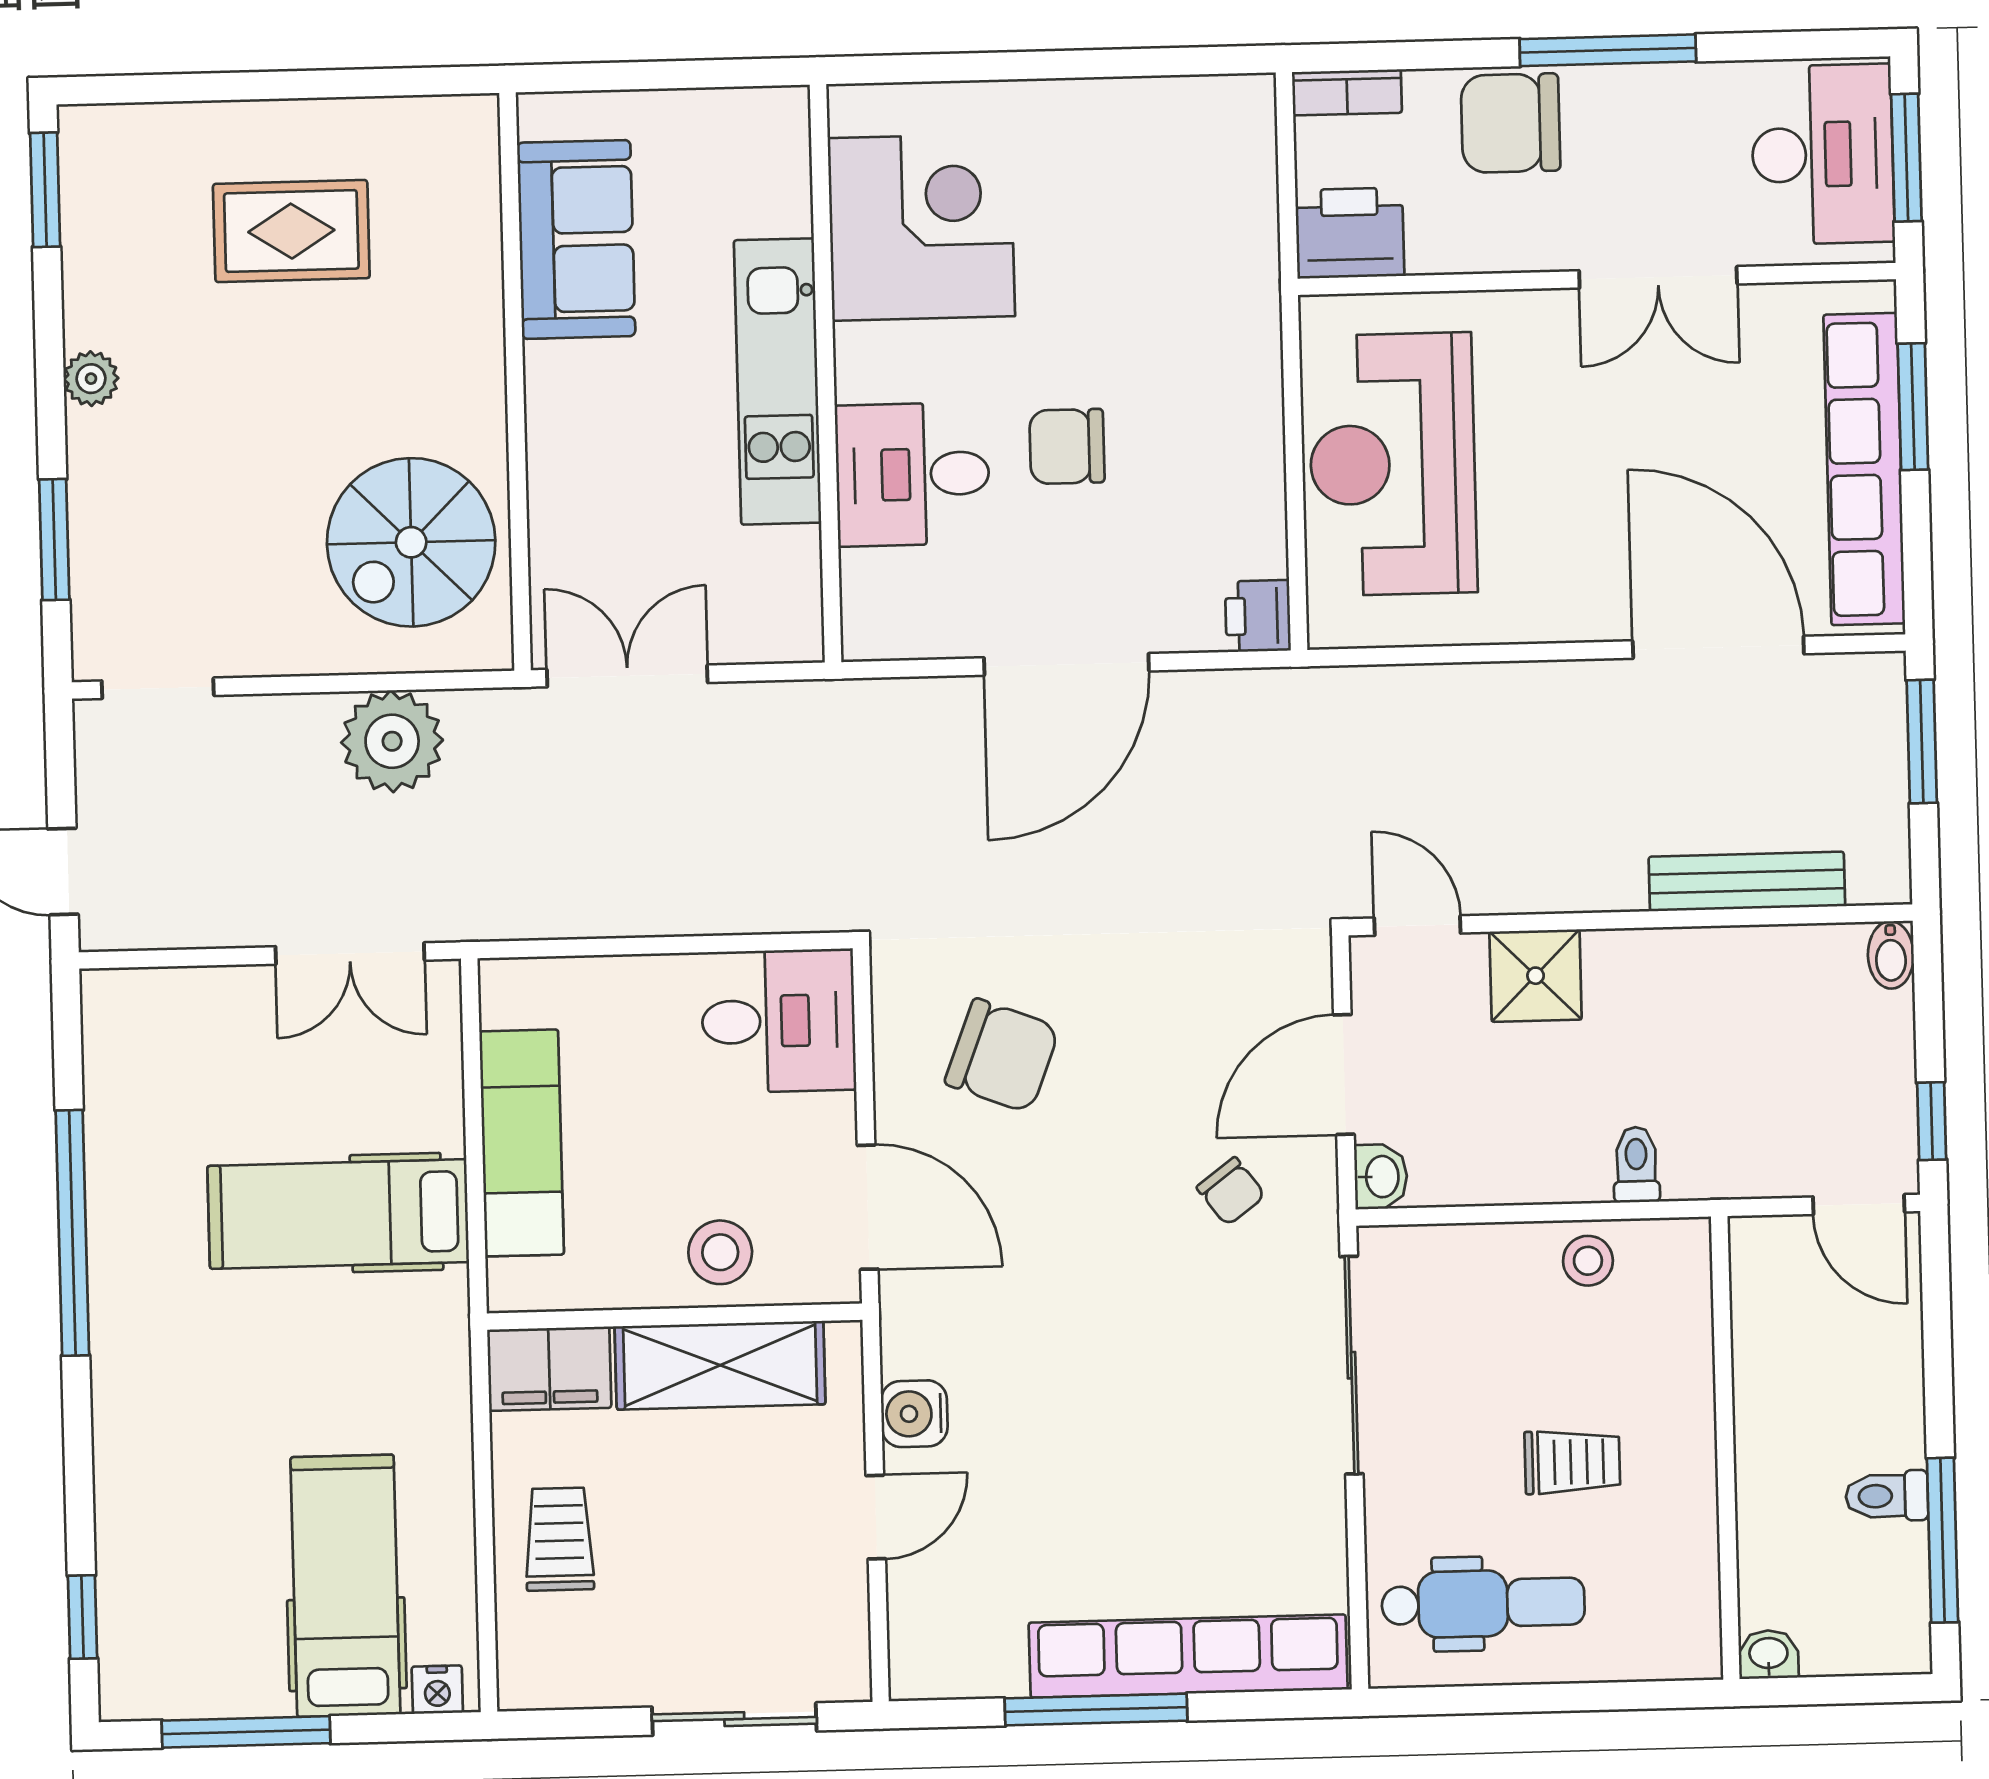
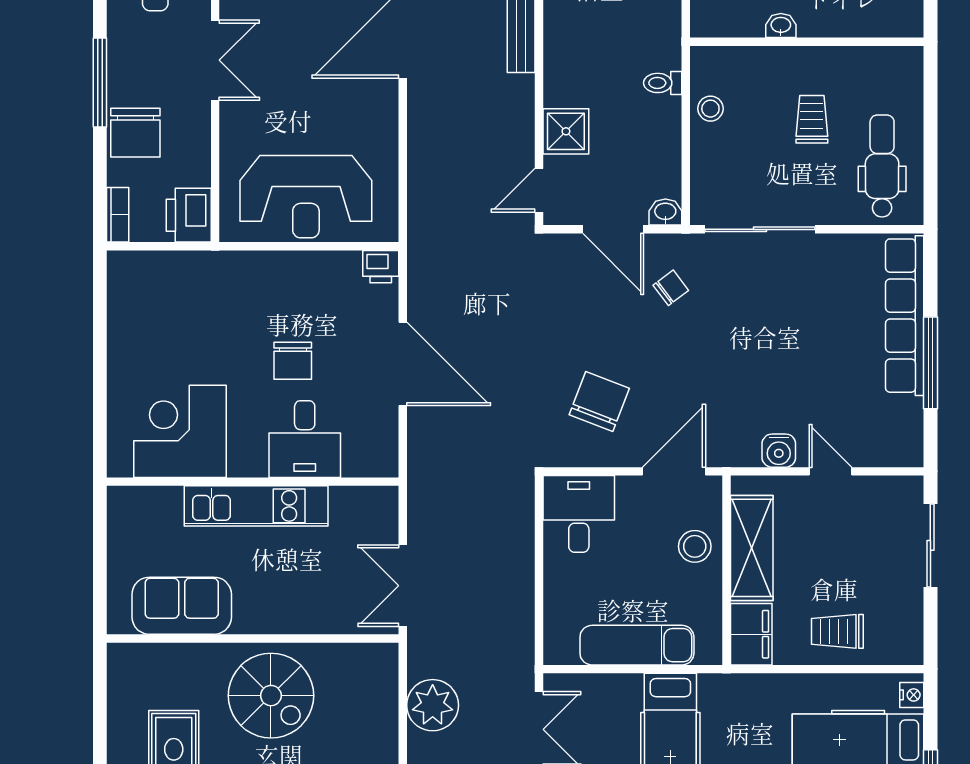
spiral stairs: (411, 542) -> (271, 696), moved
washbasin: (1769, 1654) -> (781, 26), moved, turned 90

